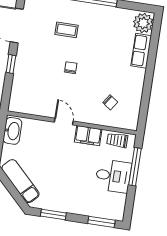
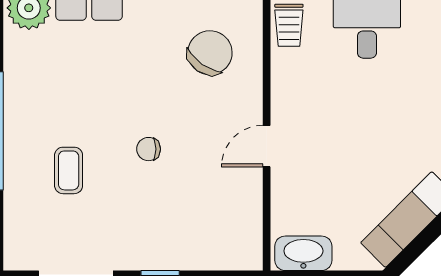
chair: (110, 102) -> (210, 53), width x1.87, depth x1.87
filing cabinet: (88, 136) -> (289, 89), removed

